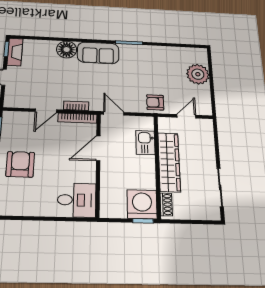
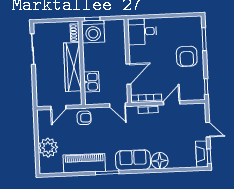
piano: (155, 55) -> (84, 163), added

